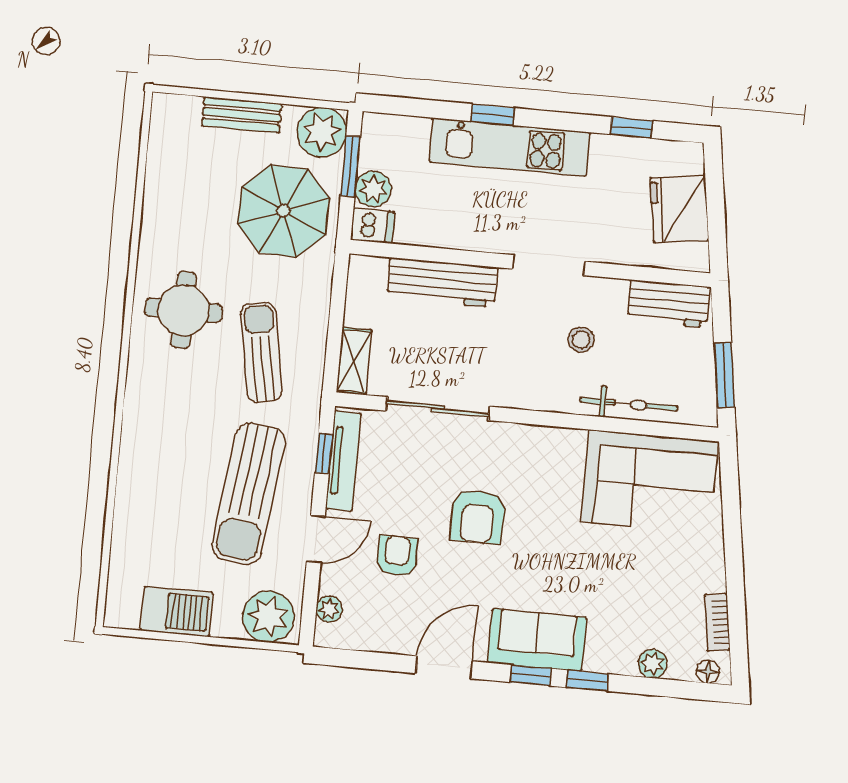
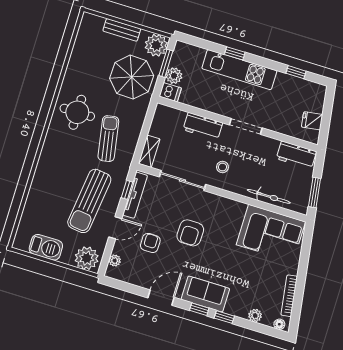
fridge: (679, 209) -> (312, 121), width x0.53, depth x0.75
workbench: (442, 283) -> (203, 126), width x0.73
stool: (581, 340) -> (222, 167), moved
bookcase: (717, 622) -> (289, 296), width x1.56

